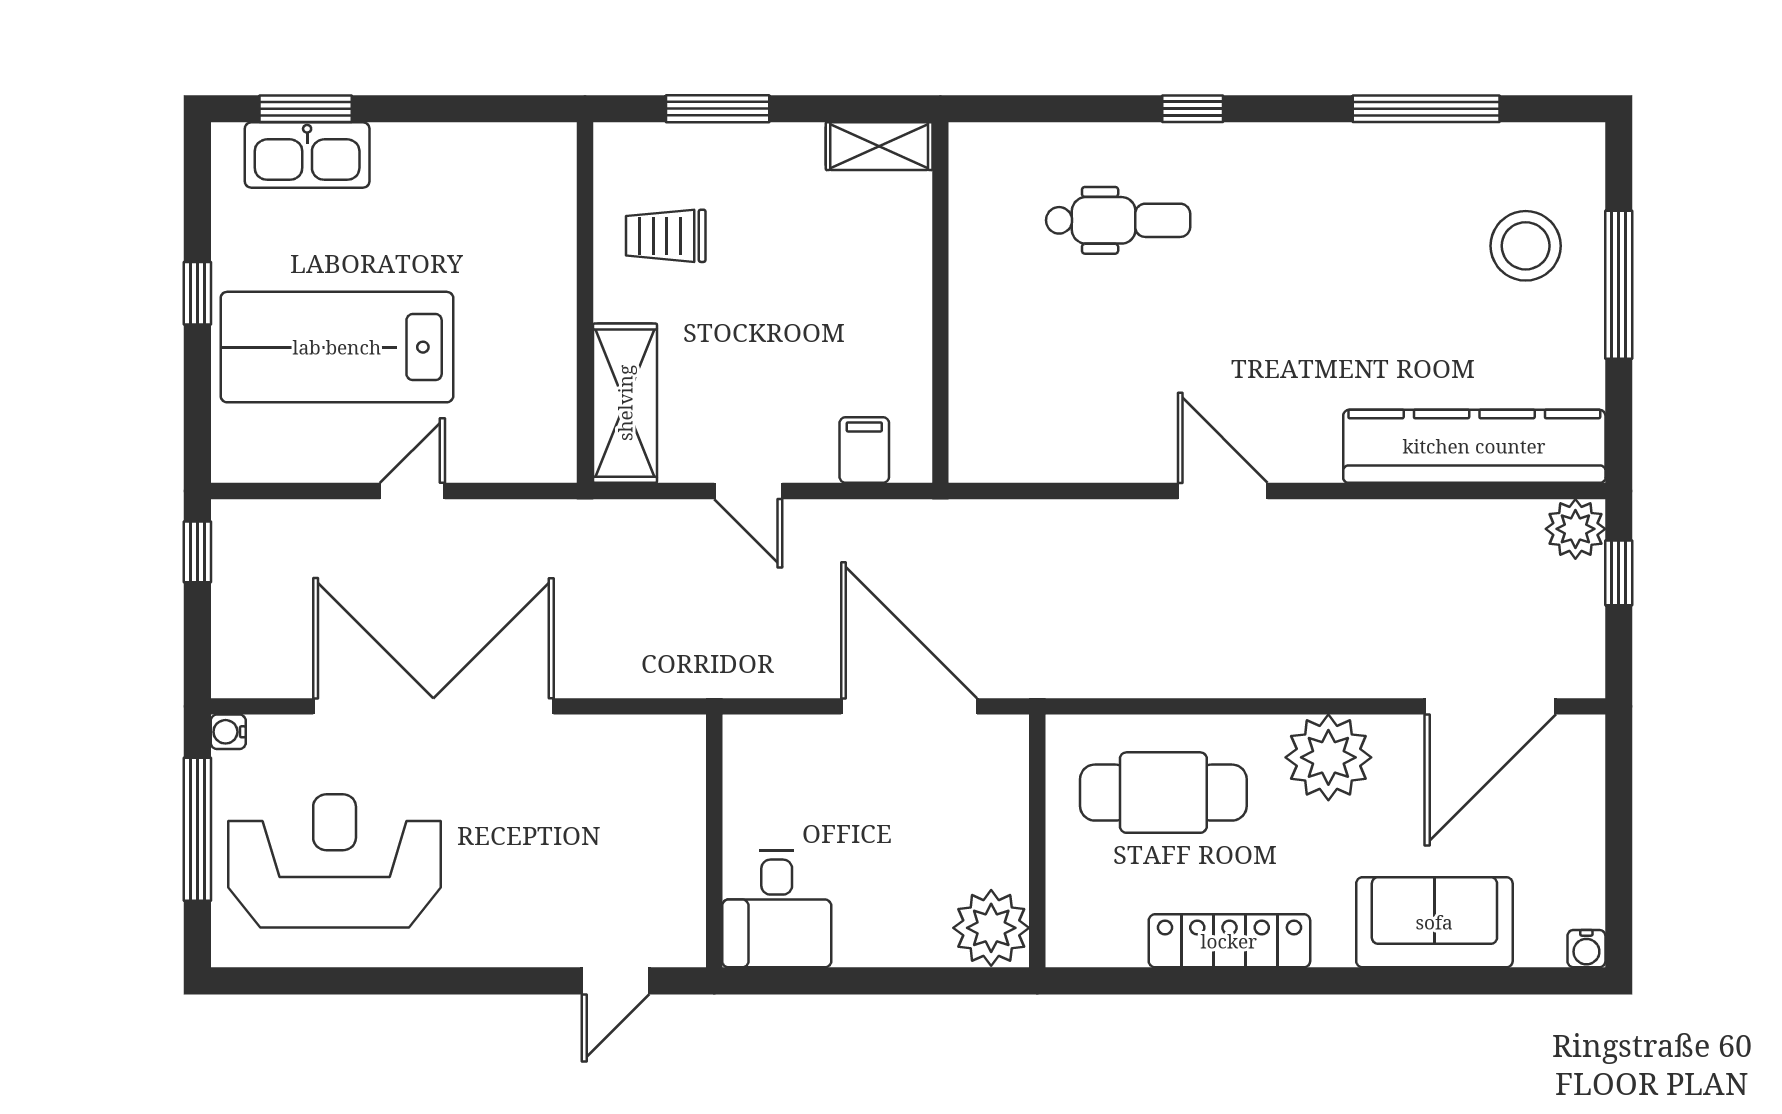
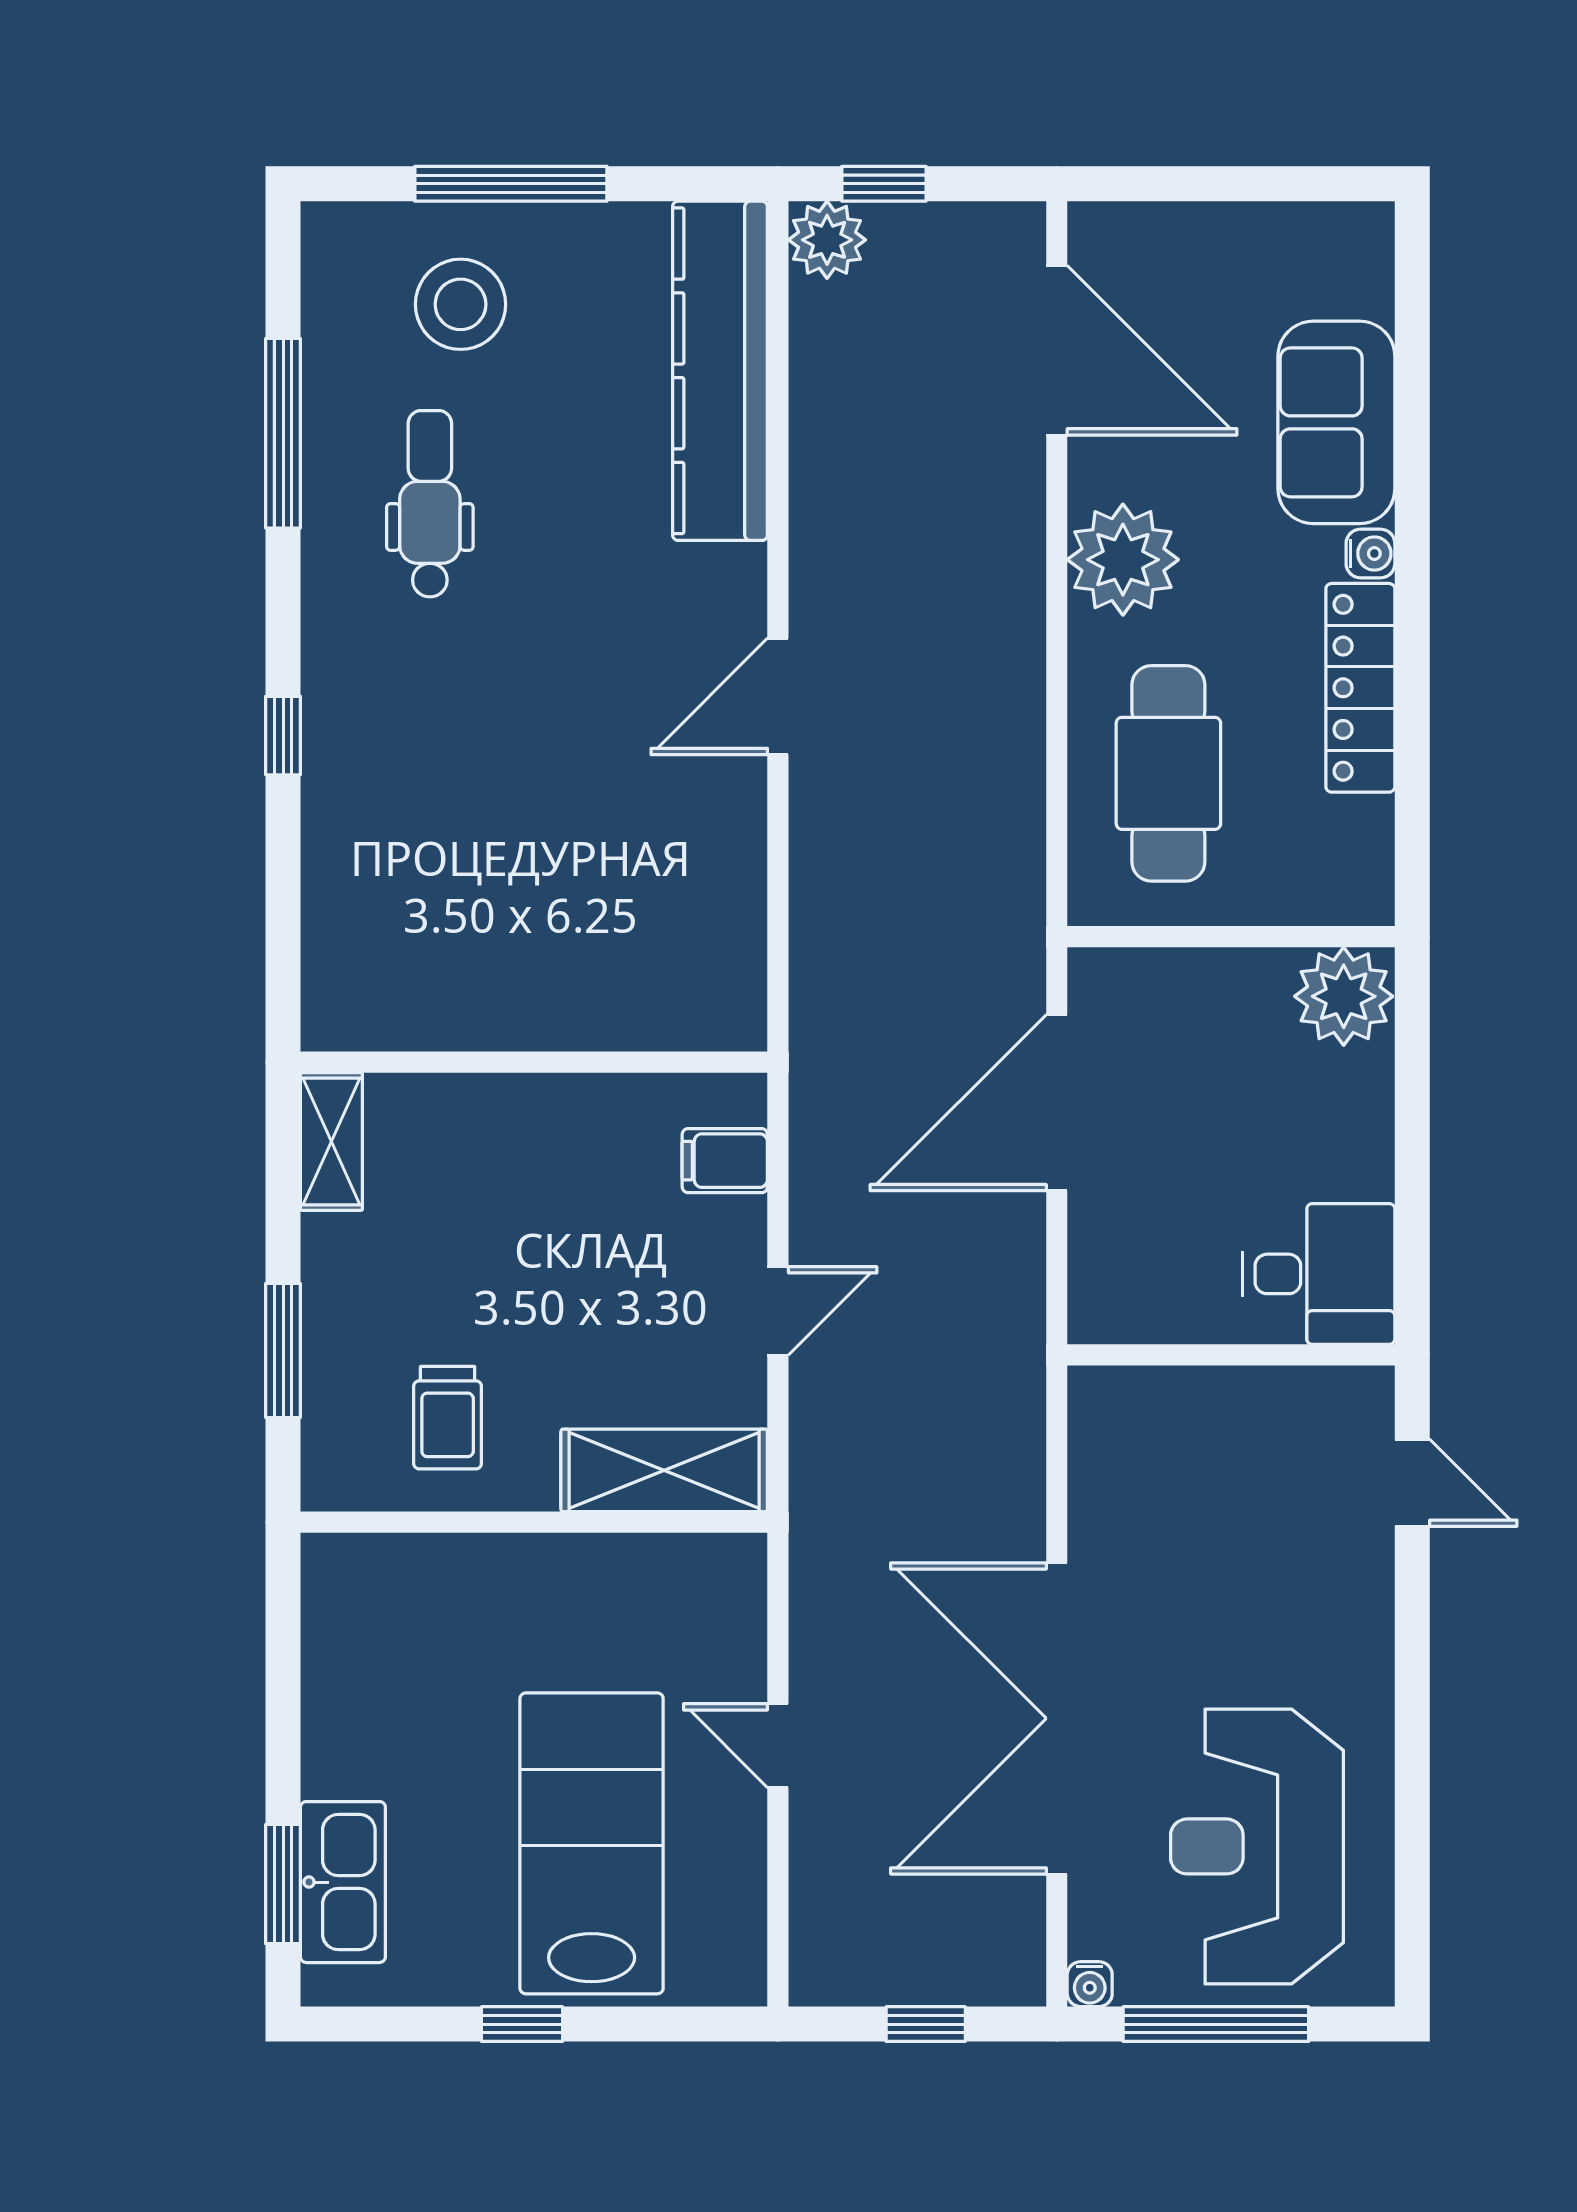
dental chair: (1118, 220) -> (430, 504), moved
lab bench: (337, 347) -> (592, 1843), turned 180
window: (197, 552) -> (926, 2024), moved
water cooler: (1586, 949) -> (1370, 553), moved

